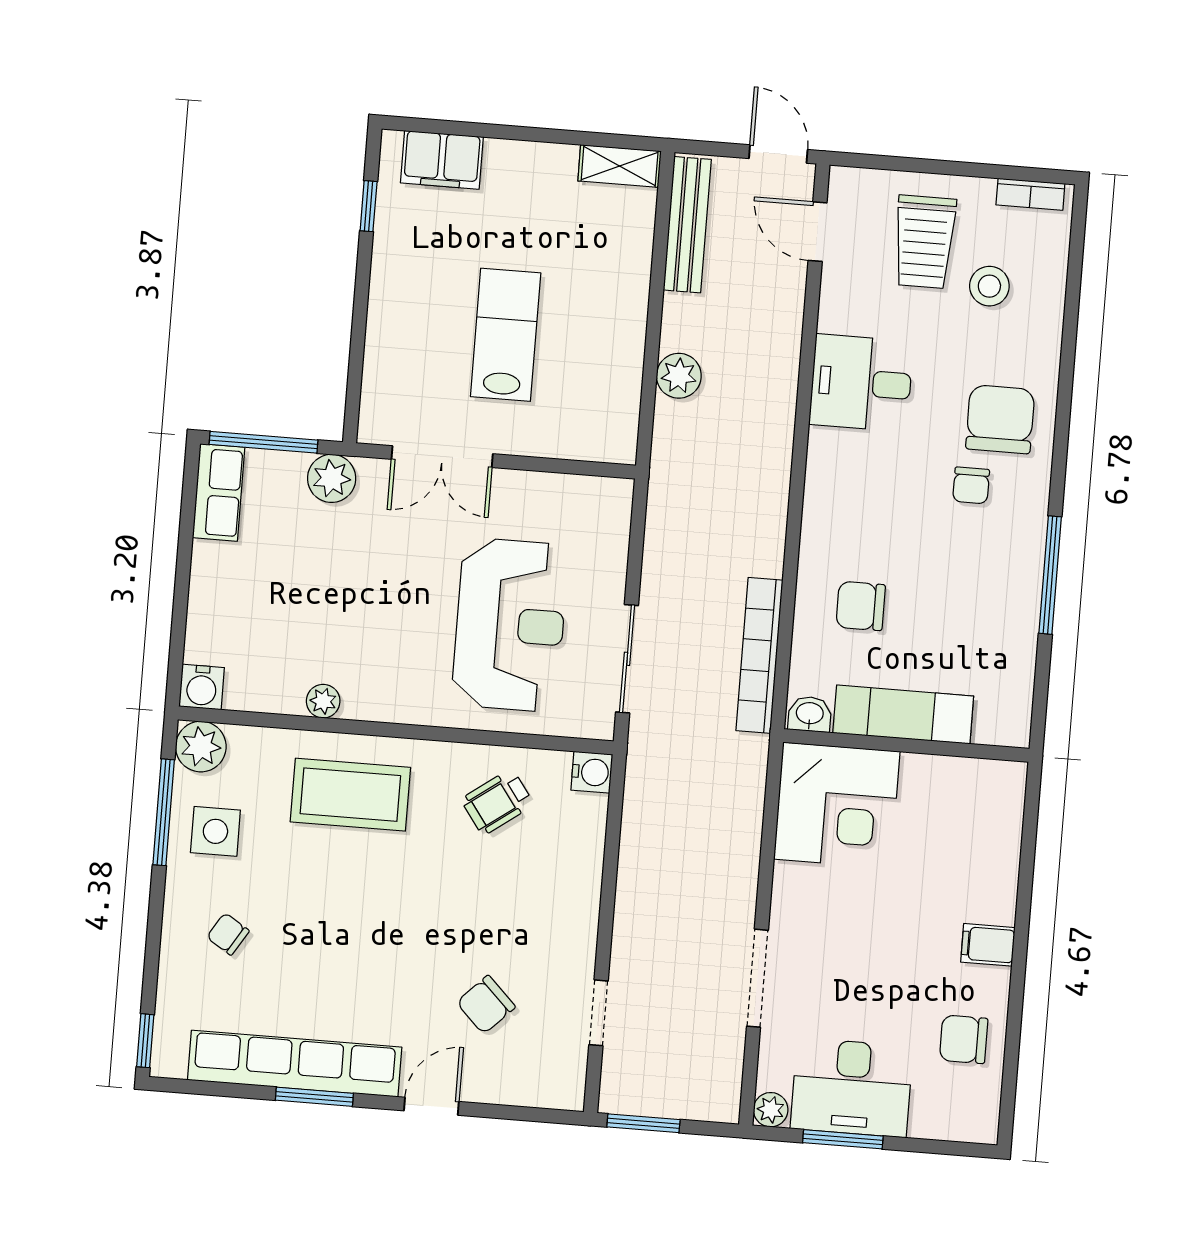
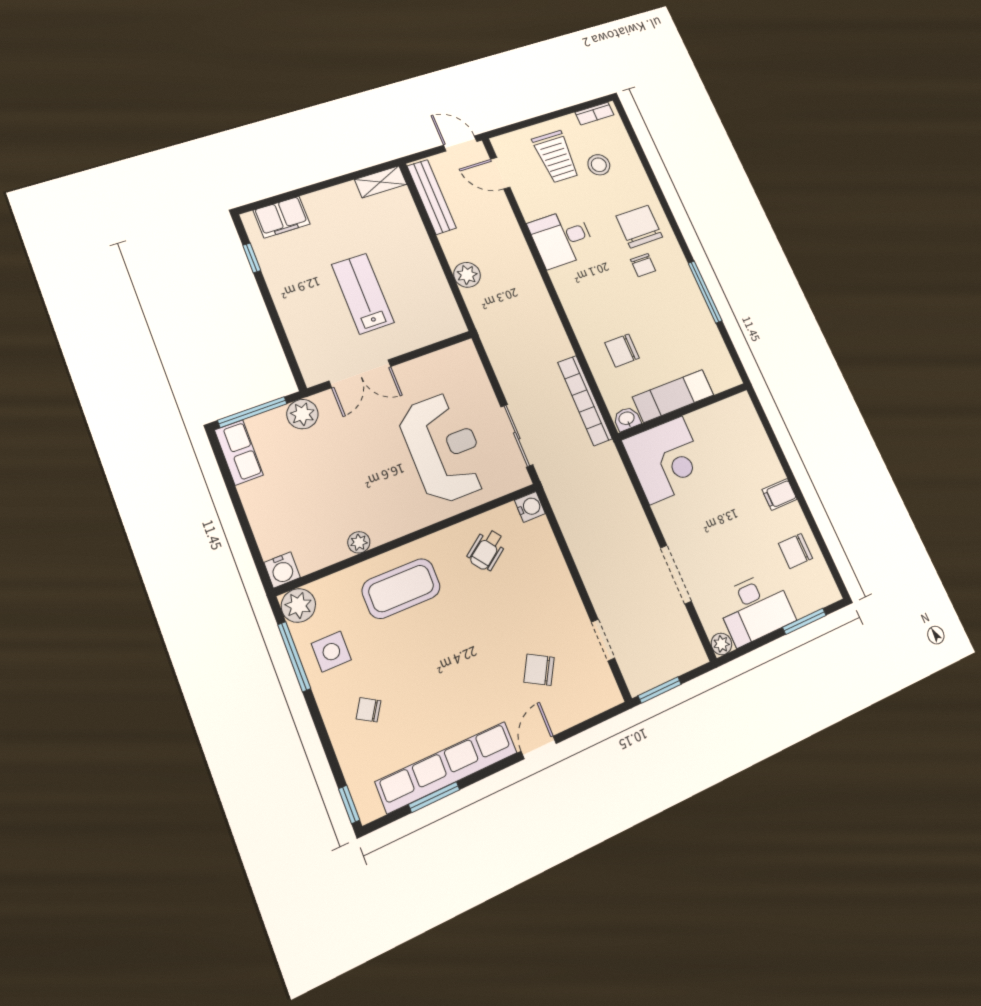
chair: (486, 1005) -> (539, 670), turned 75
window: (314, 1097) -> (434, 797), moved
window: (843, 1139) -> (804, 621), moved

